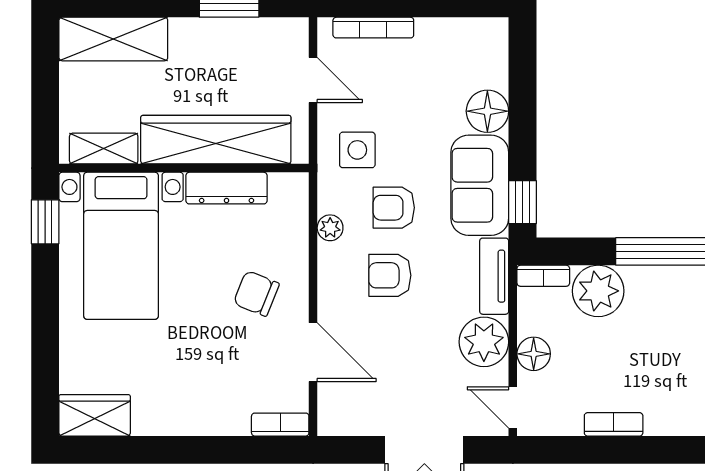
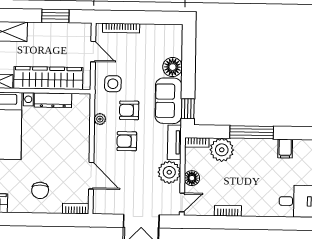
chair: (256, 293) -> (40, 190), moved, turned -112
door: (513, 407) -> (182, 202), swing flipped

